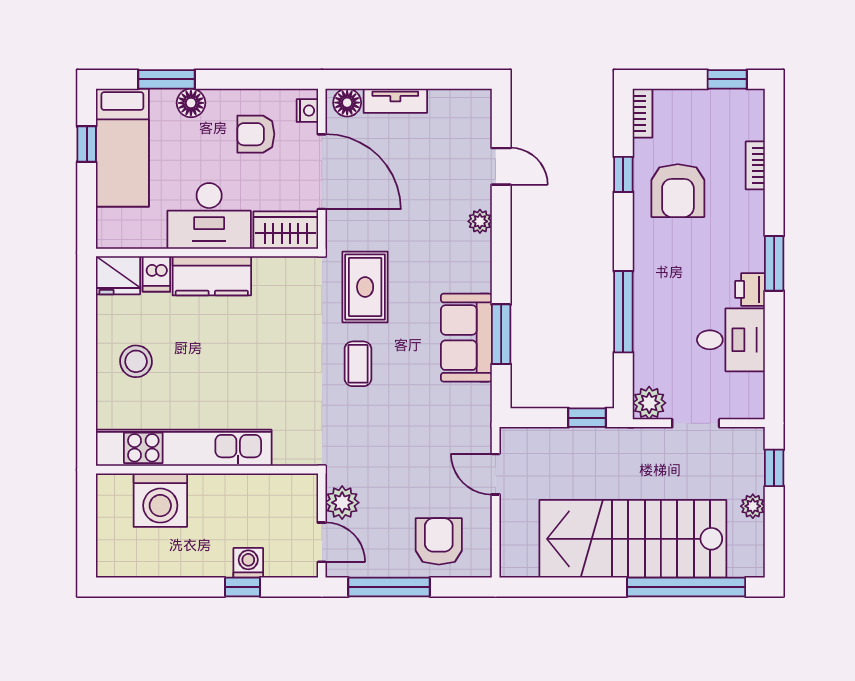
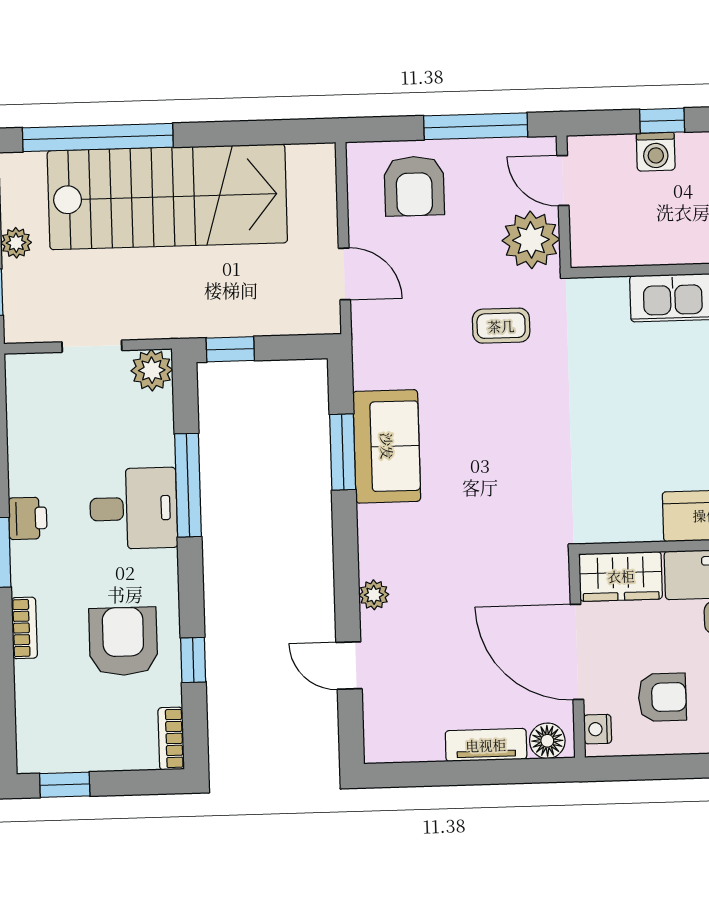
bookcase: (755, 165) -> (24, 628), moved
rug: (365, 287) -> (517, 507), removed
desk: (731, 340) -> (134, 508), moved, turned 180
coffee table: (358, 364) -> (501, 326), moved, turned 90
plant: (342, 503) -> (531, 240), width x1.36, depth x1.36

